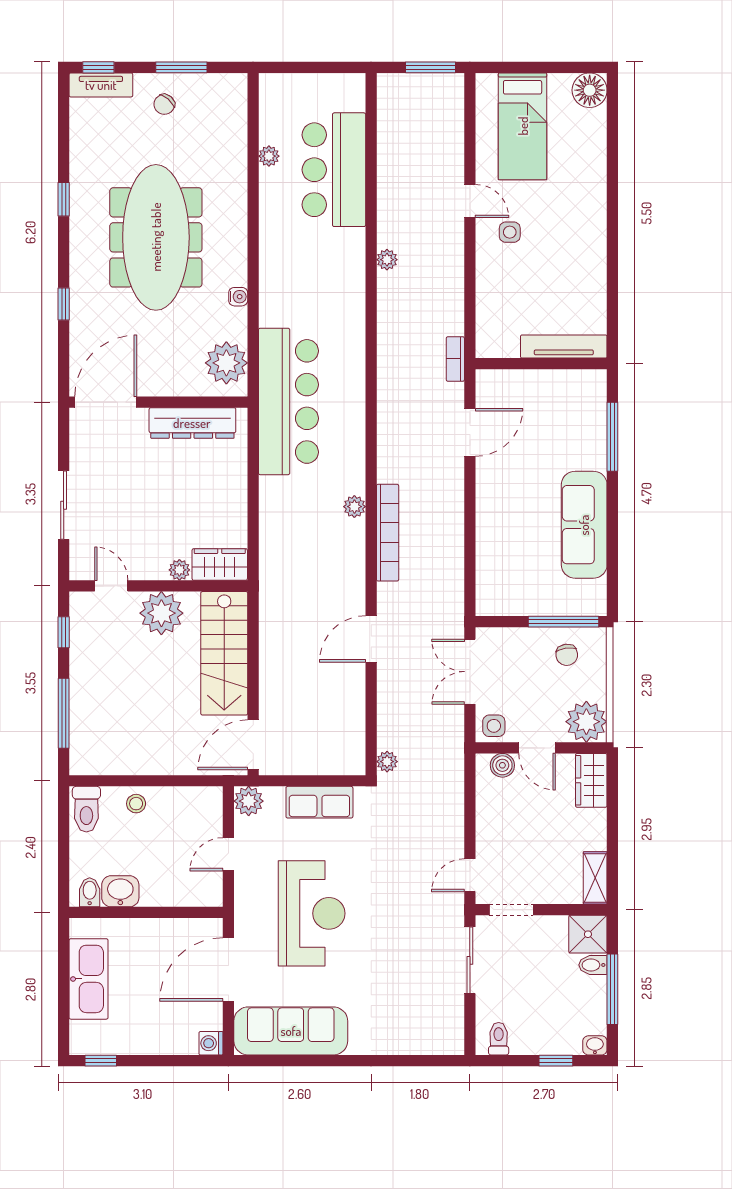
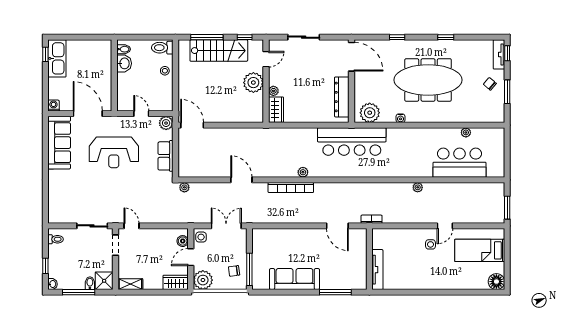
stairs: (224, 653) -> (219, 51), moved, turned 180
kitchen sink: (89, 979) -> (57, 58), moved, turned -90

